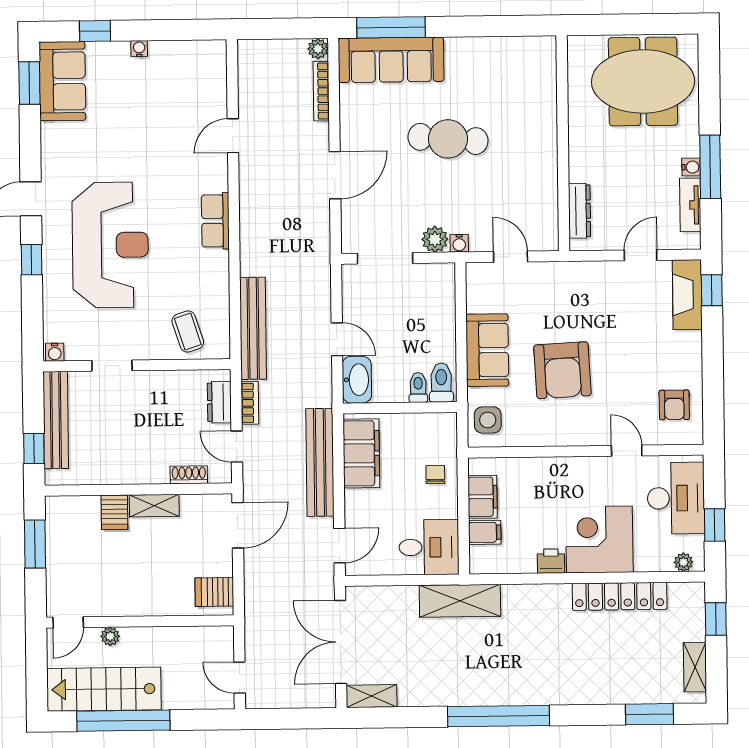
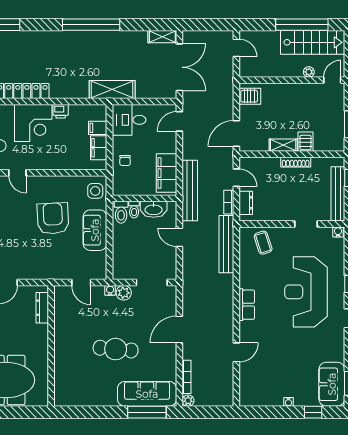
washbasin: (357, 380) -> (154, 209), moved, turned -90
bench: (320, 462) -> (190, 191), moved
shoe rack: (189, 475) -> (296, 162), moved, width x1.43

